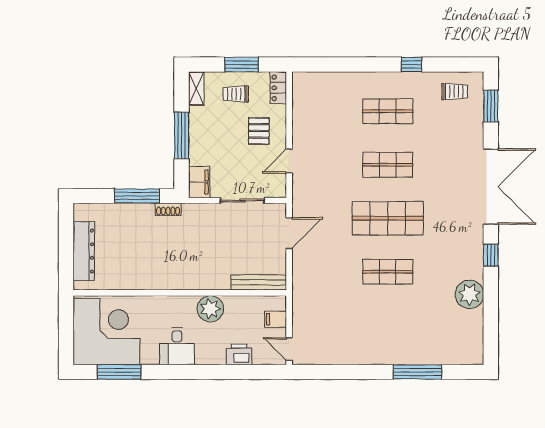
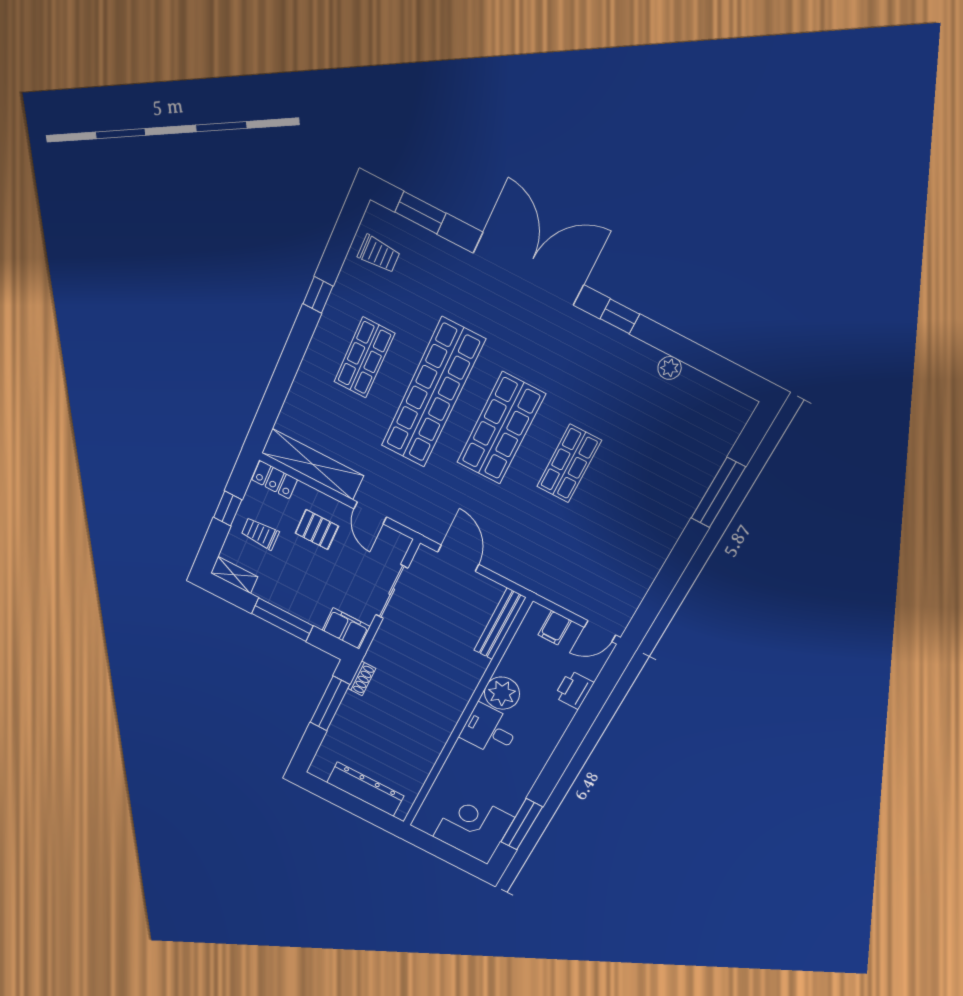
window: (241, 65) -> (228, 509), width x0.67
trolley: (455, 92) -> (379, 254), turned 90
trolley: (236, 94) -> (260, 534), turned 90
shelving: (302, 109) -> (313, 464), added
shop shelf: (388, 165) -> (433, 393), width x2.00, depth x1.36
plant: (469, 294) -> (670, 368), width x0.53, depth x0.53
corner desk: (106, 332) -> (474, 827), width x0.74, depth x0.74
desk: (177, 346) -> (490, 730), moved, turned 180

